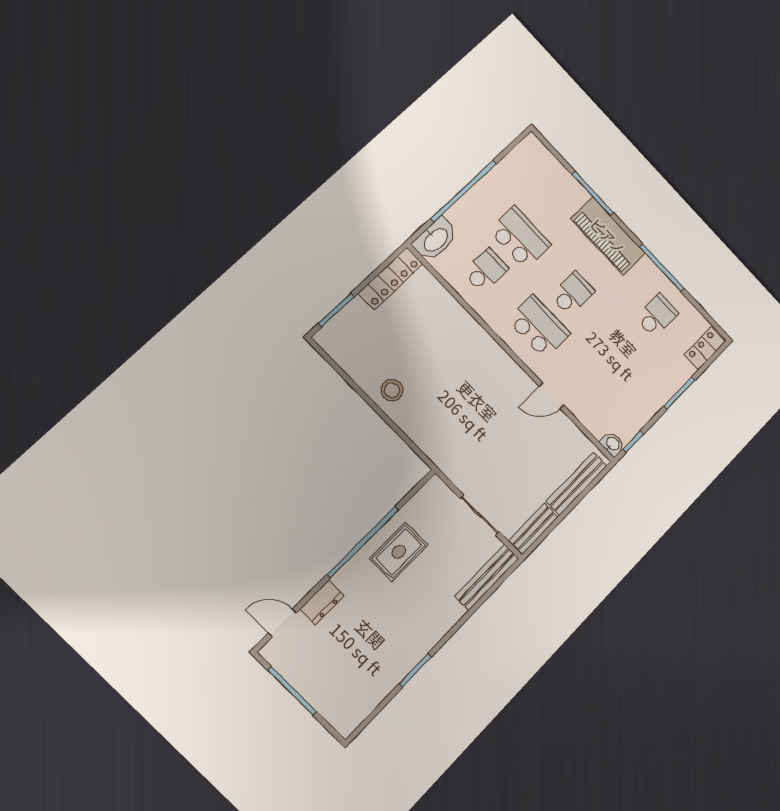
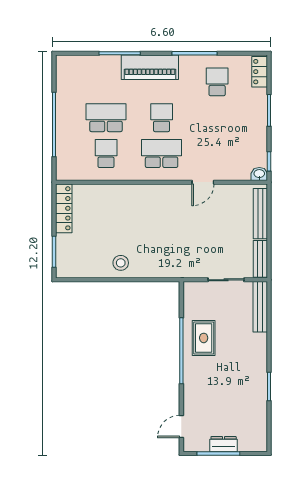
washbasin: (435, 239) -> (65, 165), removed
dresser: (322, 602) -> (224, 444), moved, turned -90

